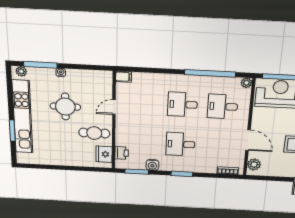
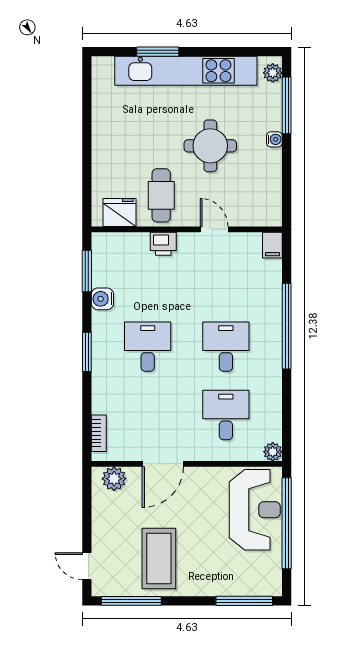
window: (210, 73) -> (287, 326), moved
printer: (122, 153) -> (163, 244), moved

